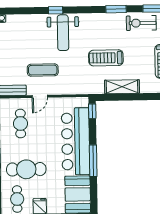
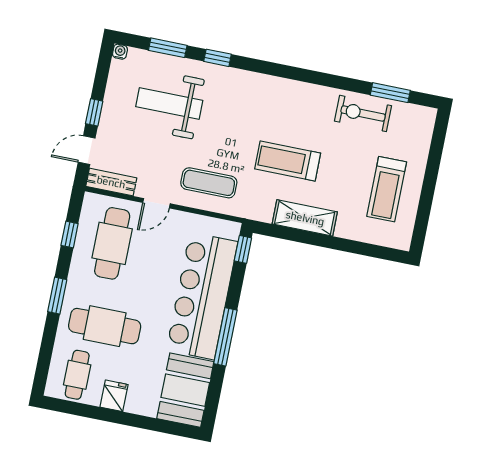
window: (116, 9) -> (168, 48), moved
weight bench: (63, 33) -> (169, 104), moved, turned 90
exercise mat: (43, 70) -> (209, 183), moved
cafe table: (20, 124) -> (112, 243), width x1.37, depth x1.35

